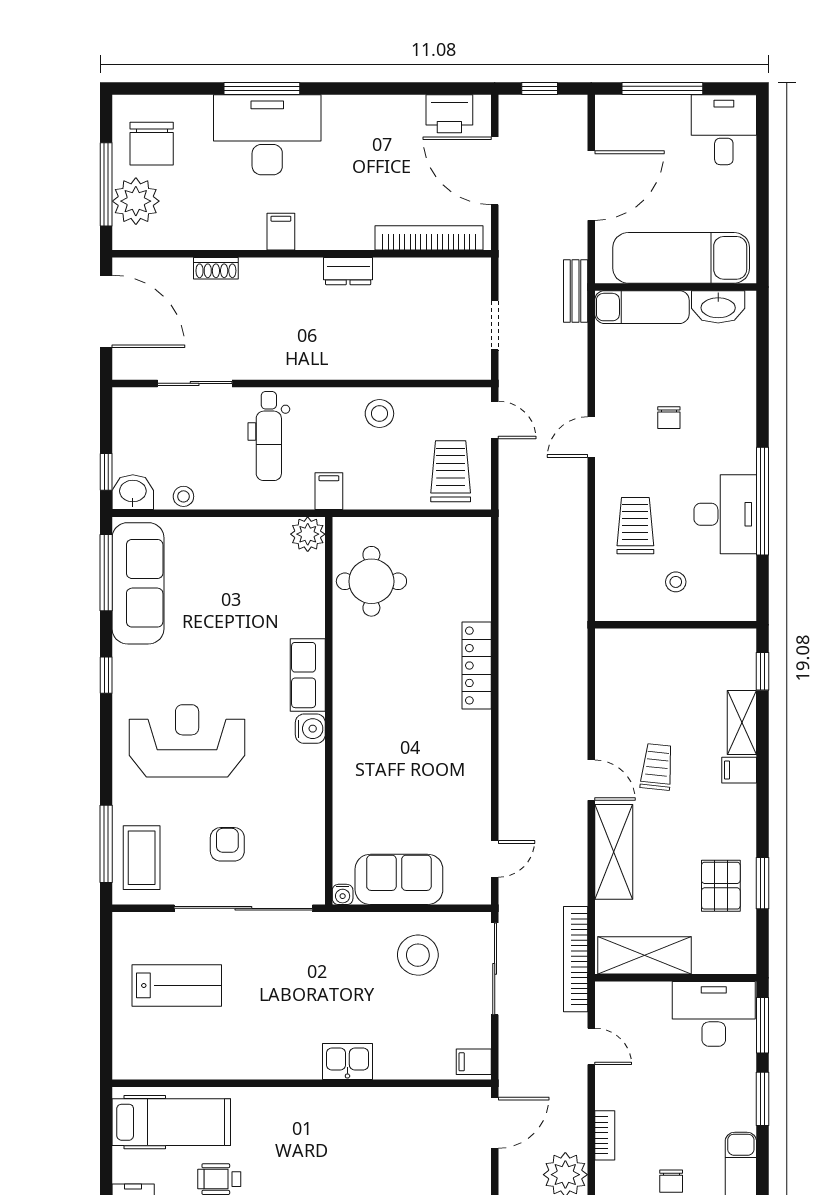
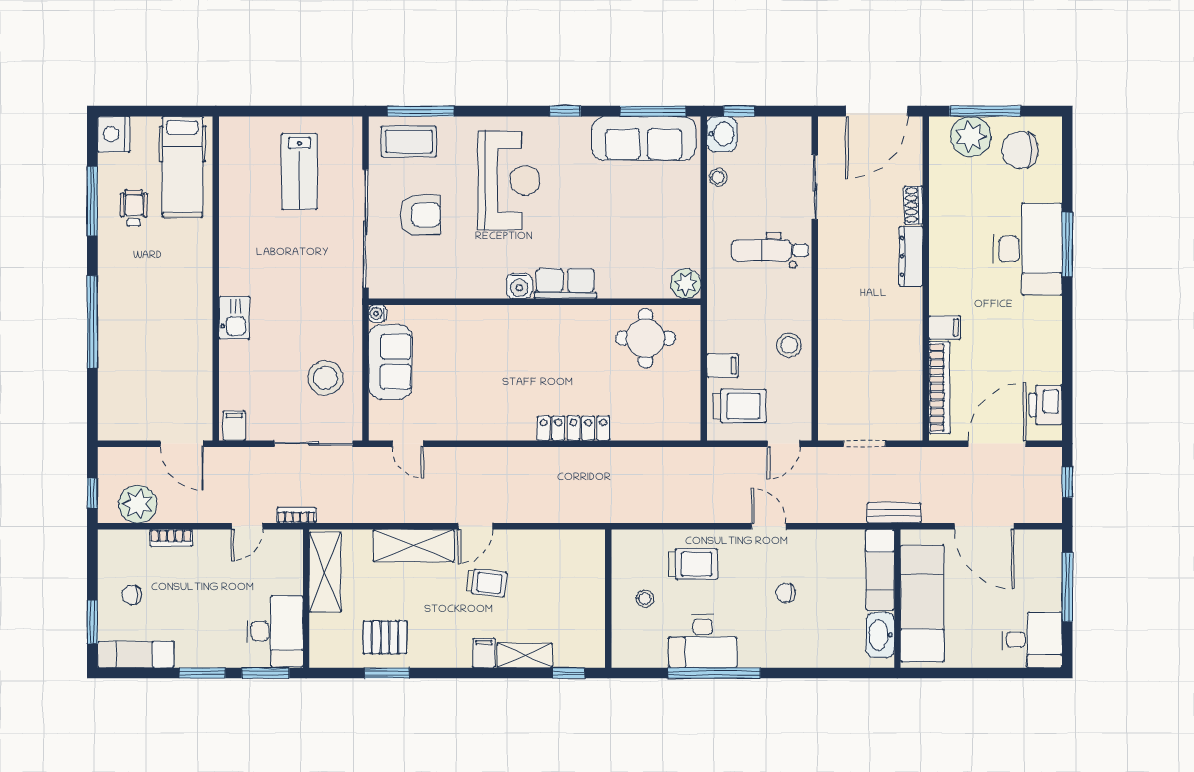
filing cabinet: (281, 232) -> (945, 327), moved
dresser: (348, 271) -> (911, 256), moved, width x1.44
filing cabinet: (329, 491) -> (723, 366), moved
armchair: (227, 844) -> (420, 215), width x1.38, depth x1.38
bookcase: (576, 959) -> (296, 515), width x0.43, depth x0.76

